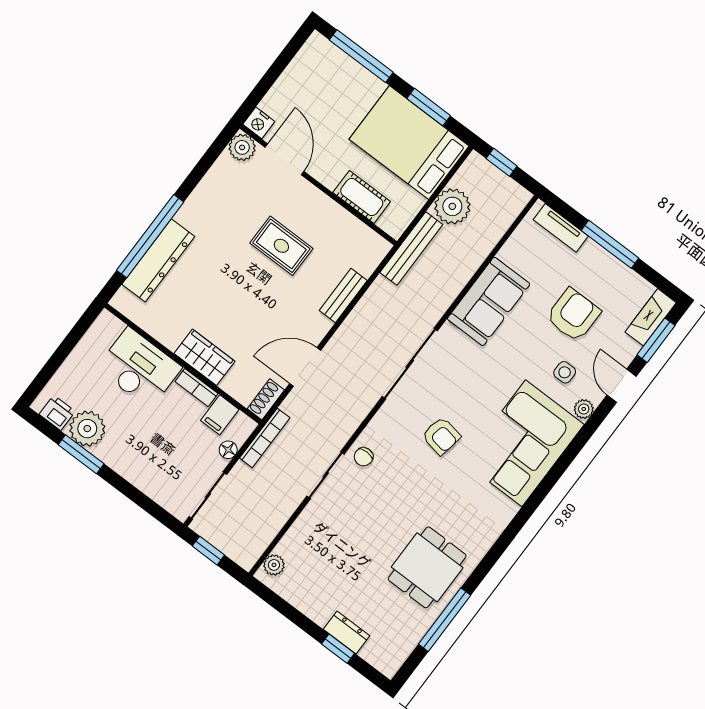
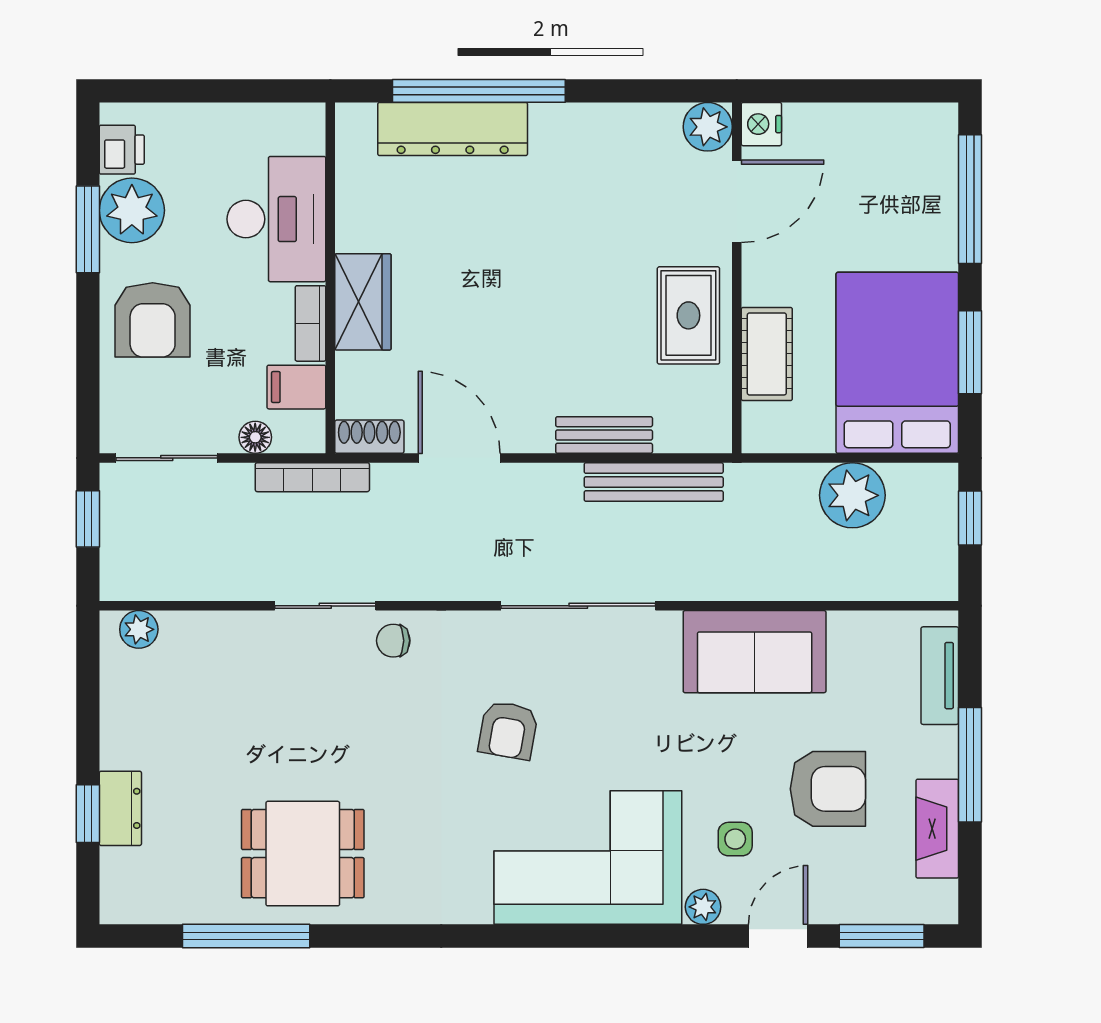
rug: (281, 246) -> (688, 315), moved
bench: (411, 248) -> (654, 482), moved
fireplace: (651, 317) -> (937, 829), moved, turned -90
armchair: (142, 456) -> (153, 320), added

